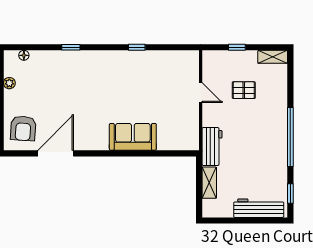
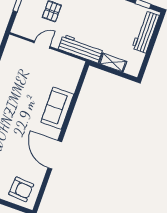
workbench: (212, 147) -> (81, 49), width x1.37
door: (56, 153) -> (55, 155), moved

